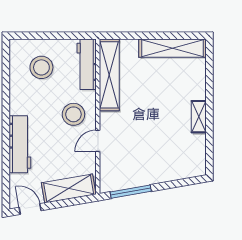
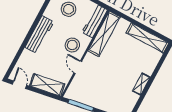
door: (98, 141) -> (78, 67), hinge flipped
workbench: (20, 144) -> (39, 35), moved

